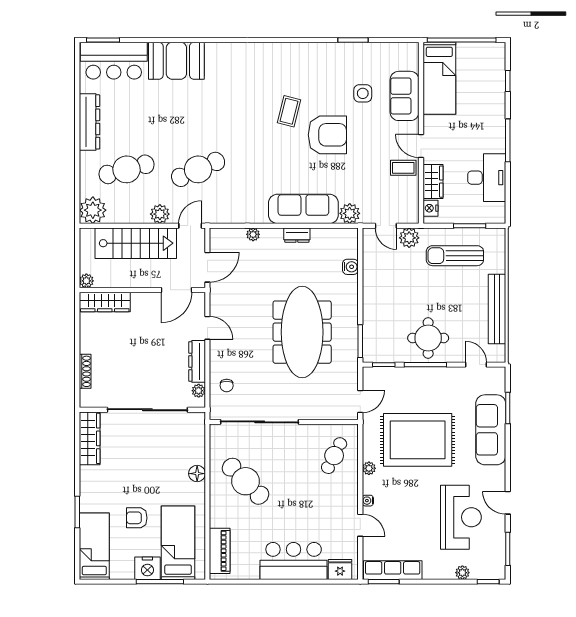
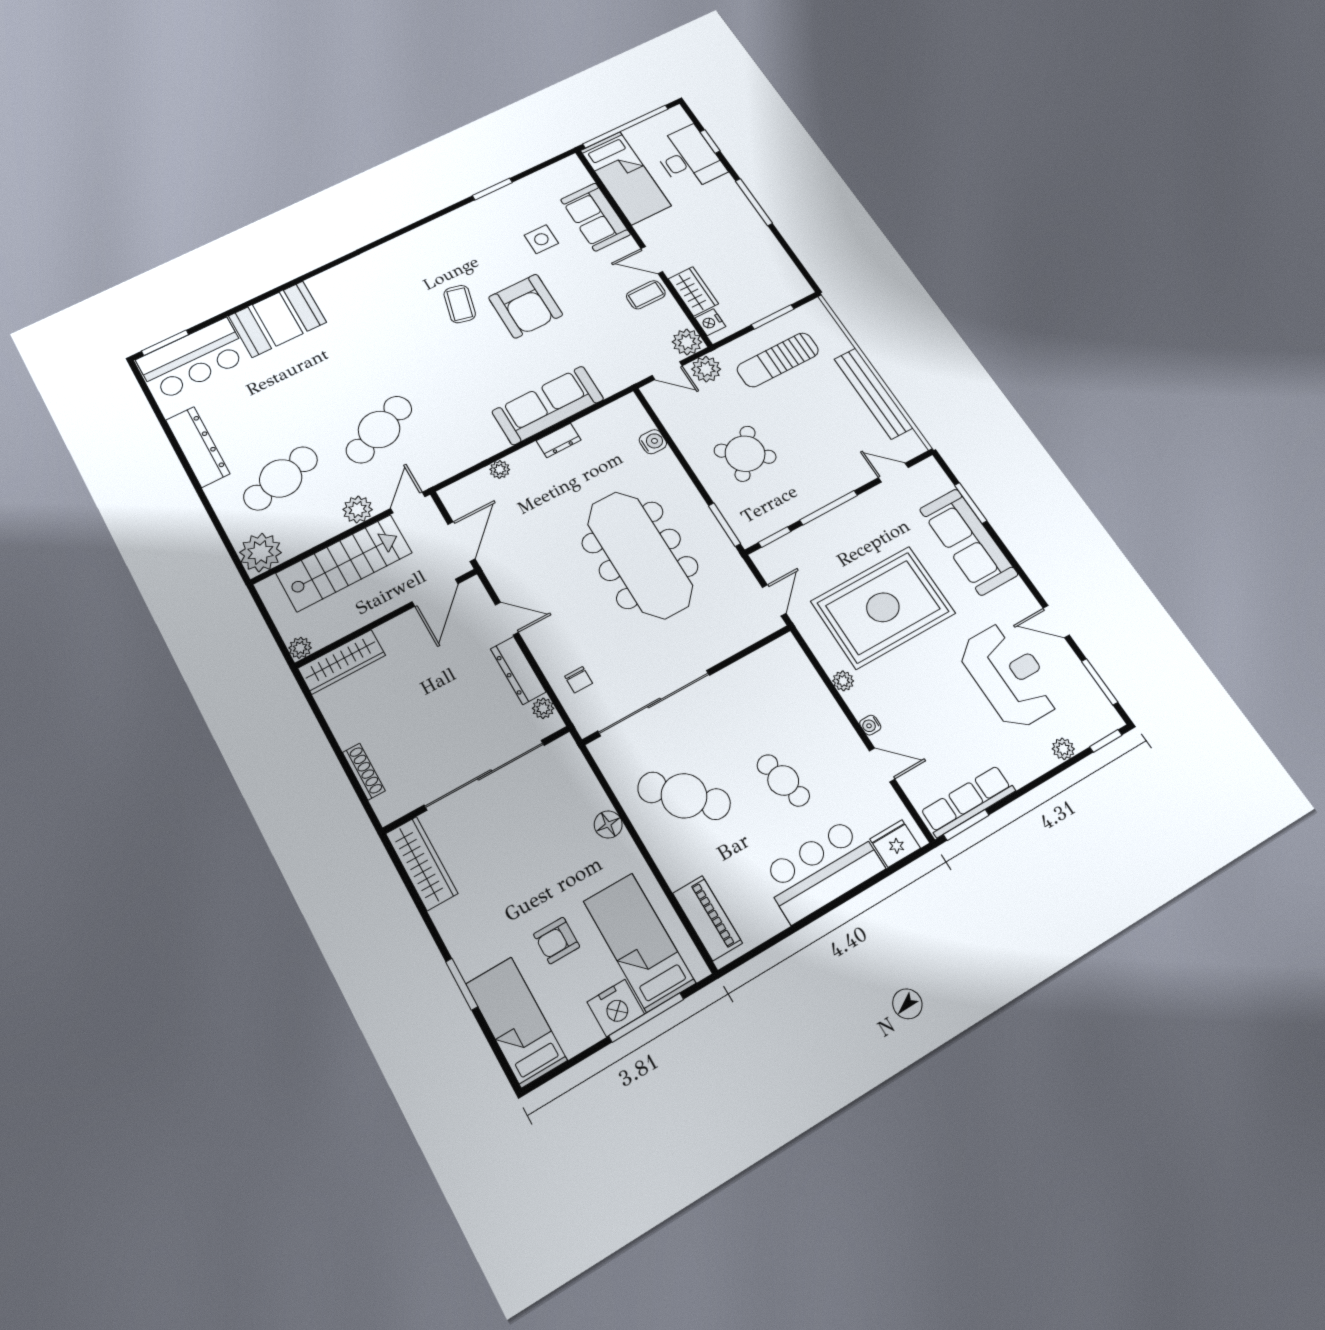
armchair: (327, 135) -> (526, 306), turned 90
desk: (487, 178) -> (688, 158), moved
plant: (350, 213) -> (687, 342), moved
round table: (428, 338) -> (745, 454), moved, turned 38
cafe table: (334, 456) -> (783, 780), moved, turned -40

